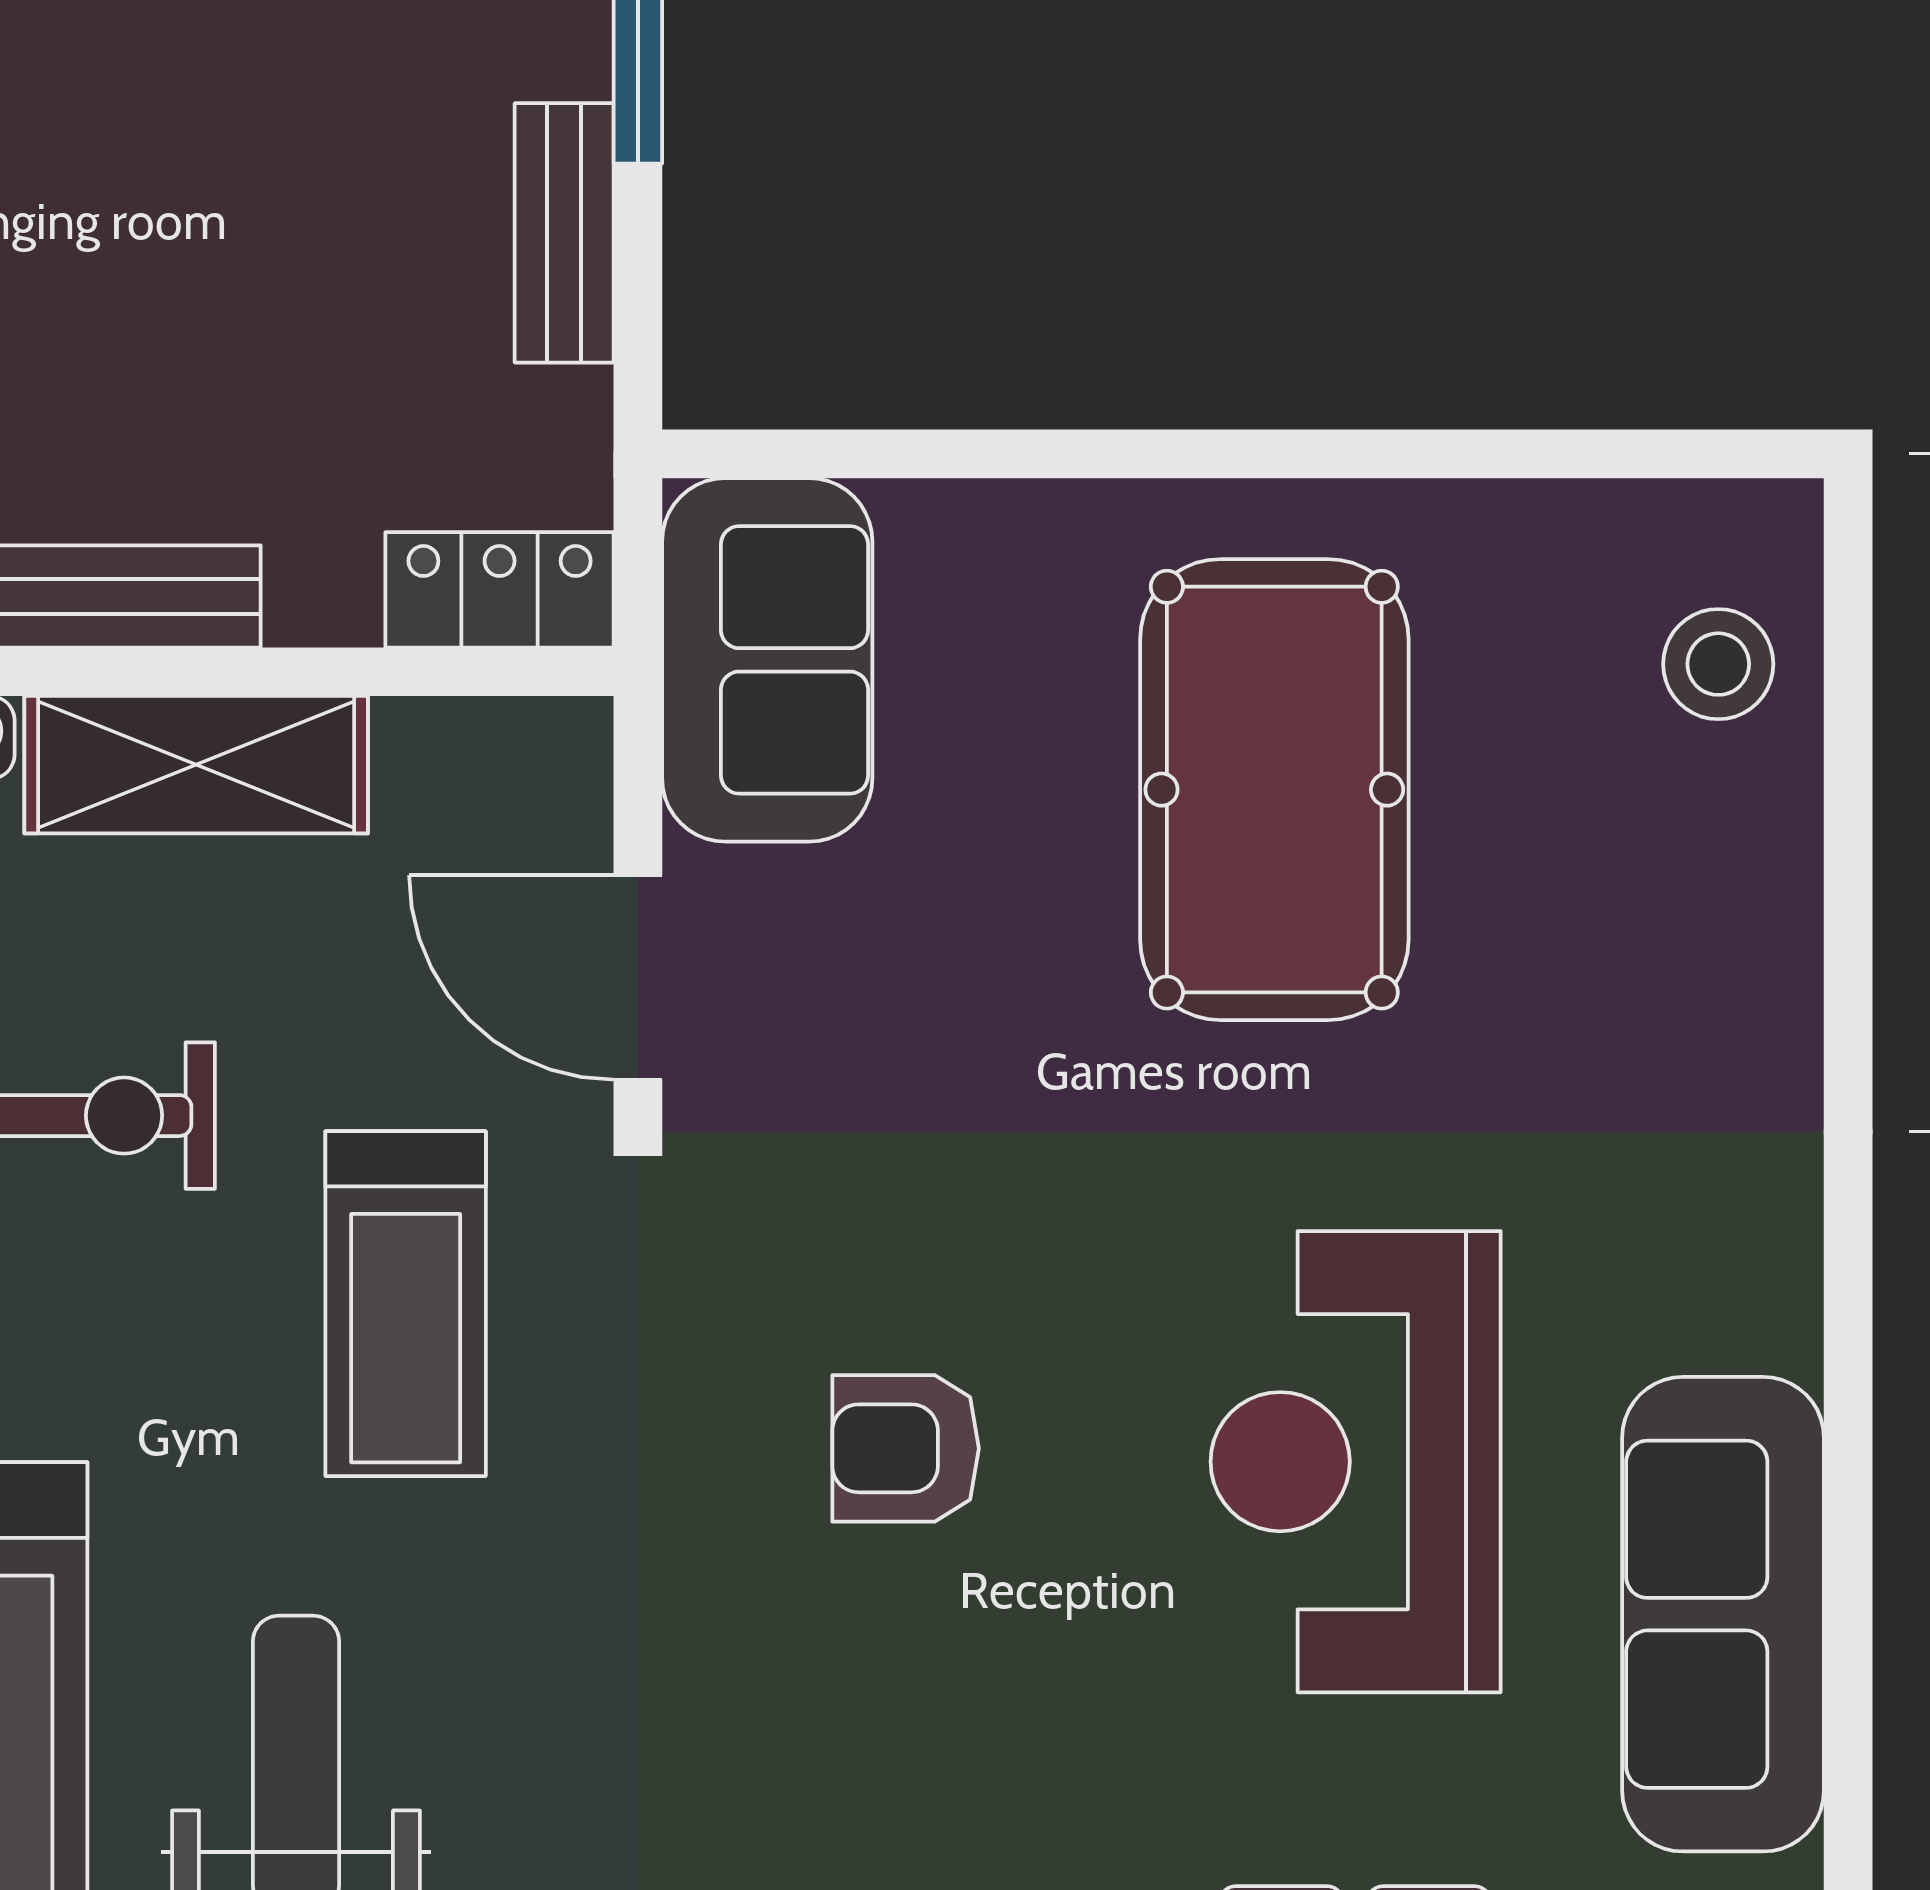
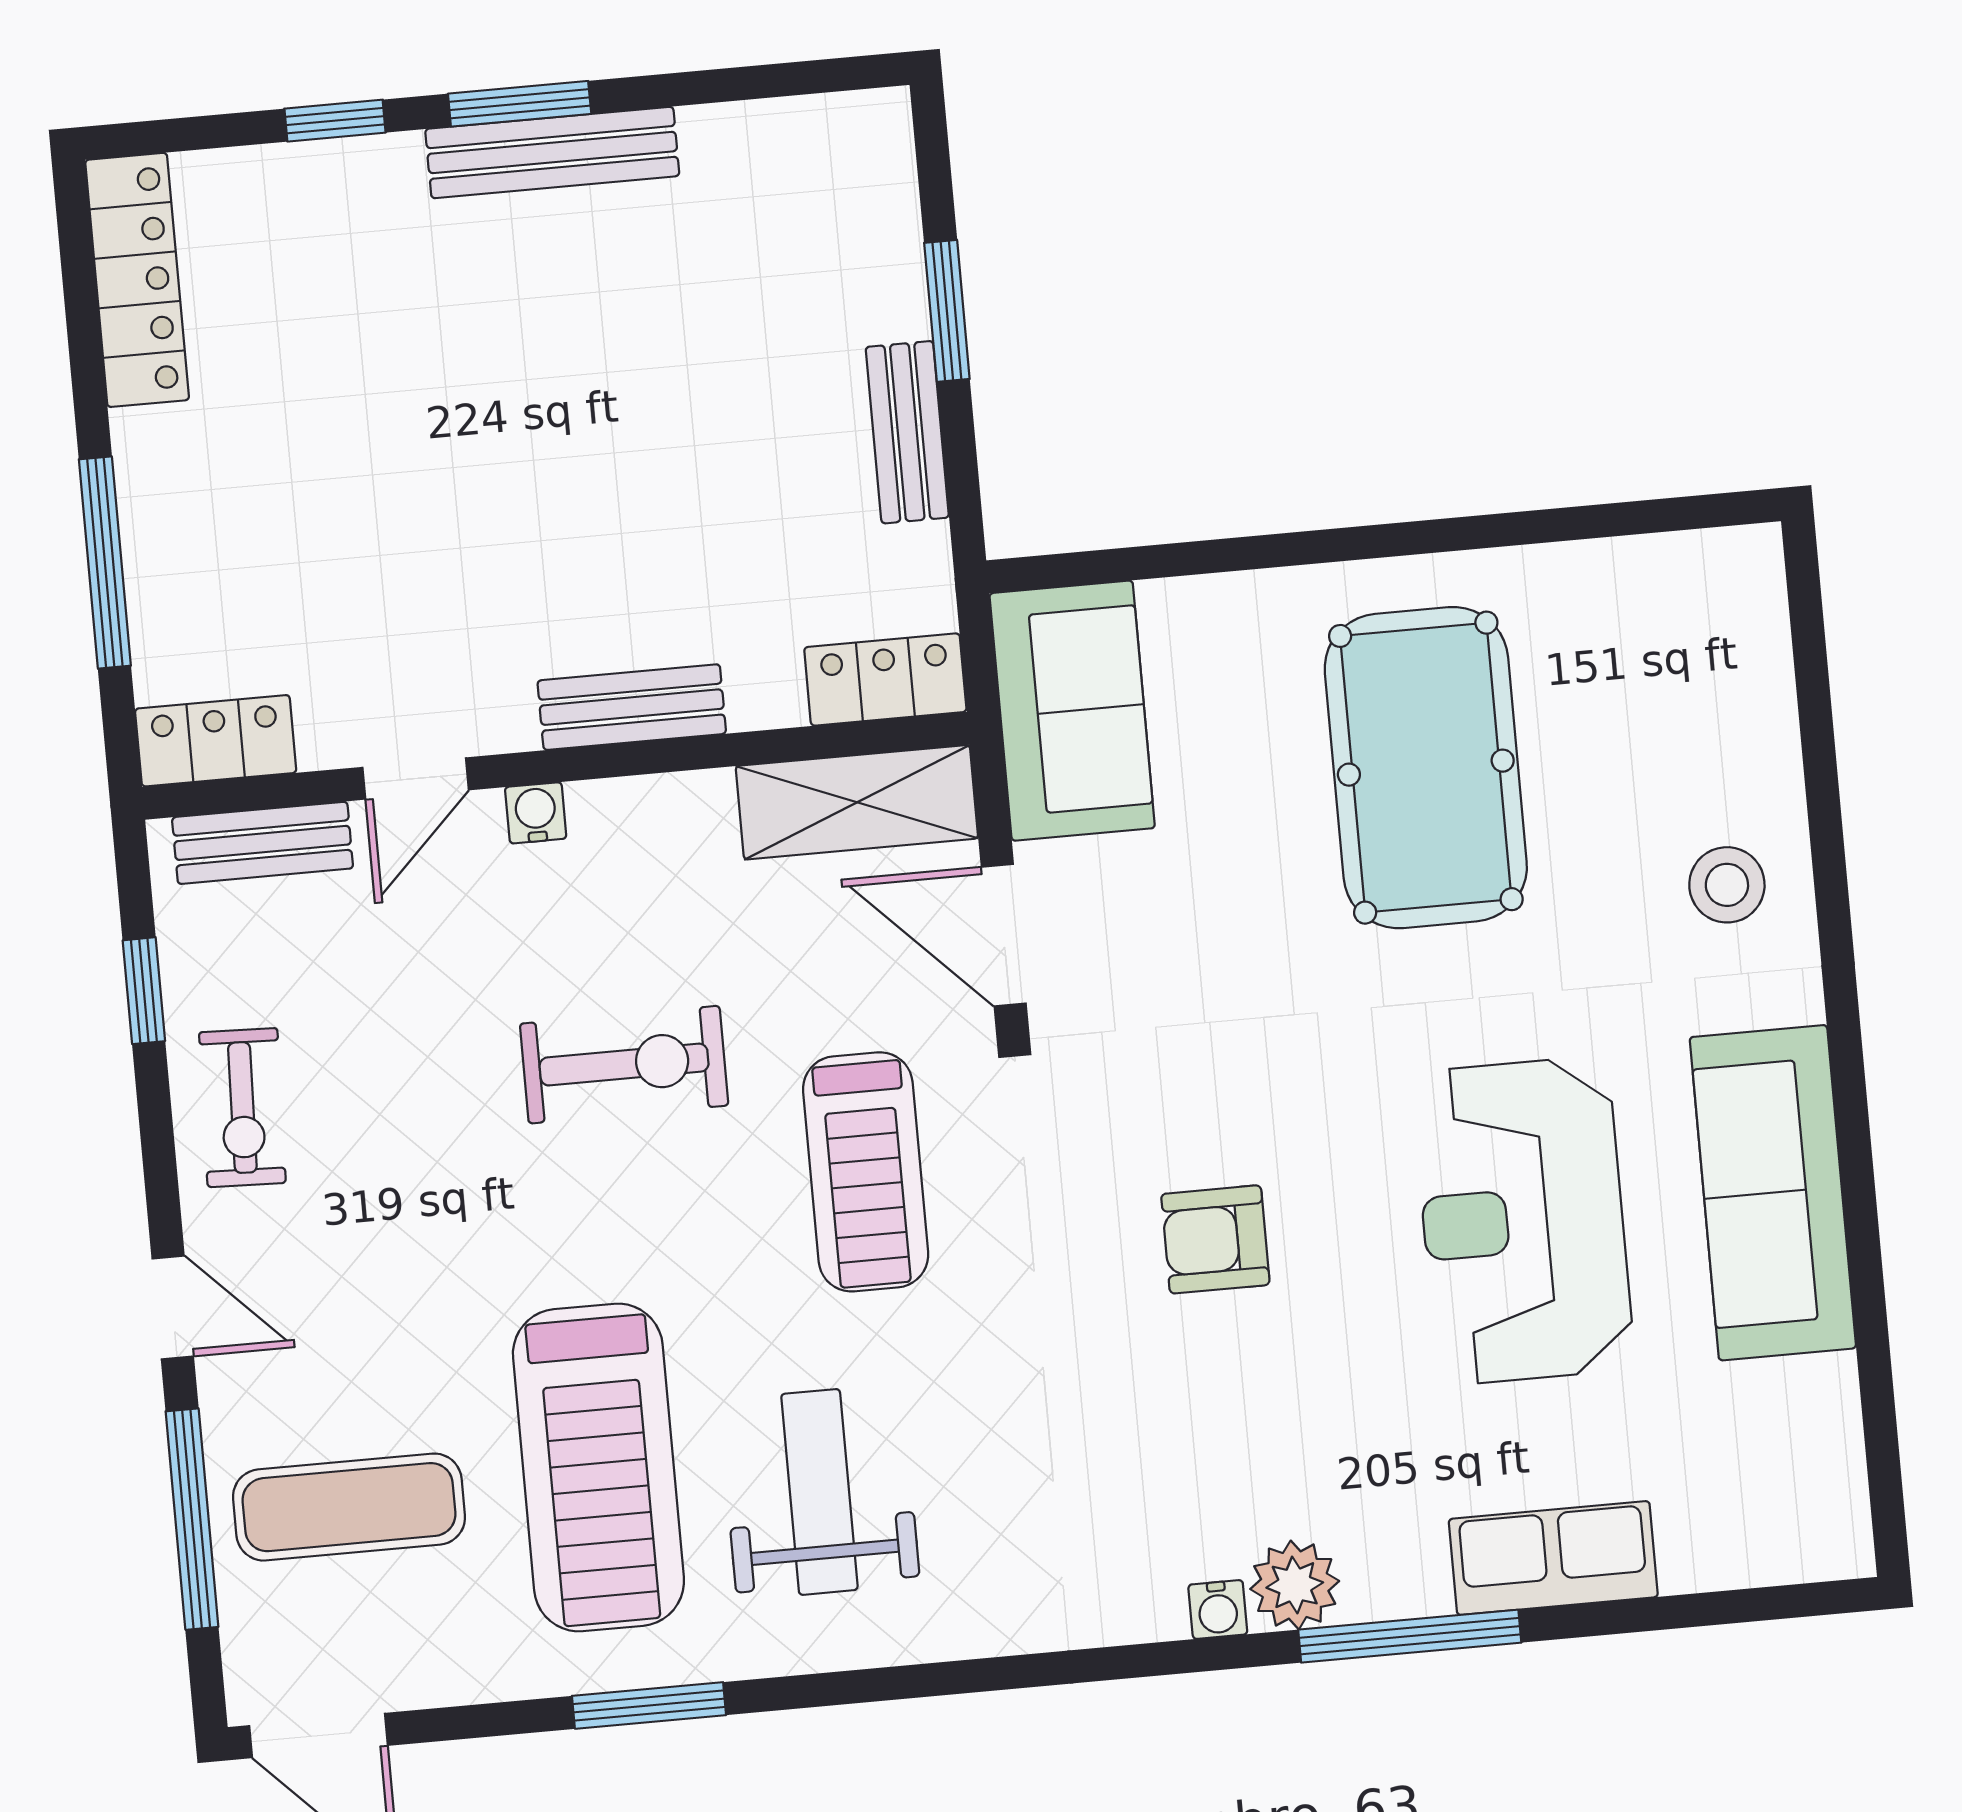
stool: (1718, 664) -> (1727, 885), moved
shelving: (196, 765) -> (857, 802), moved
sofa: (1723, 1614) -> (1773, 1193), moved

